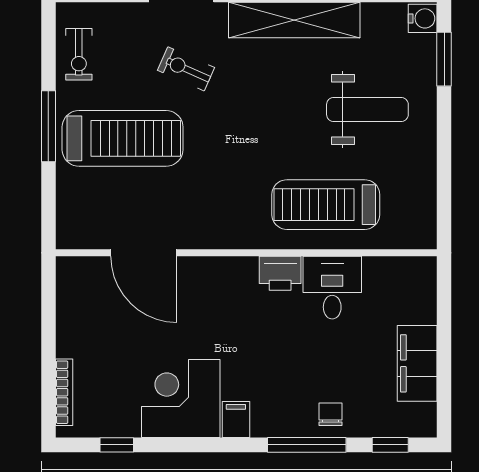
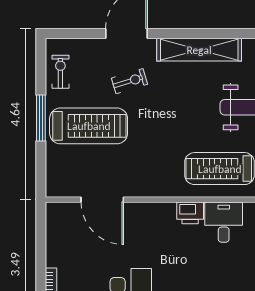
exercise bike: (79, 54) -> (60, 72), turned 180
exercise bike: (186, 69) -> (129, 81), turned 139

